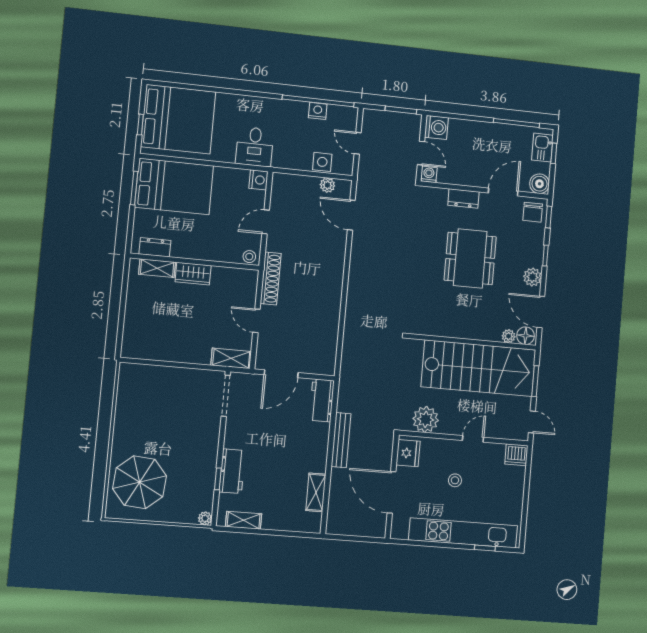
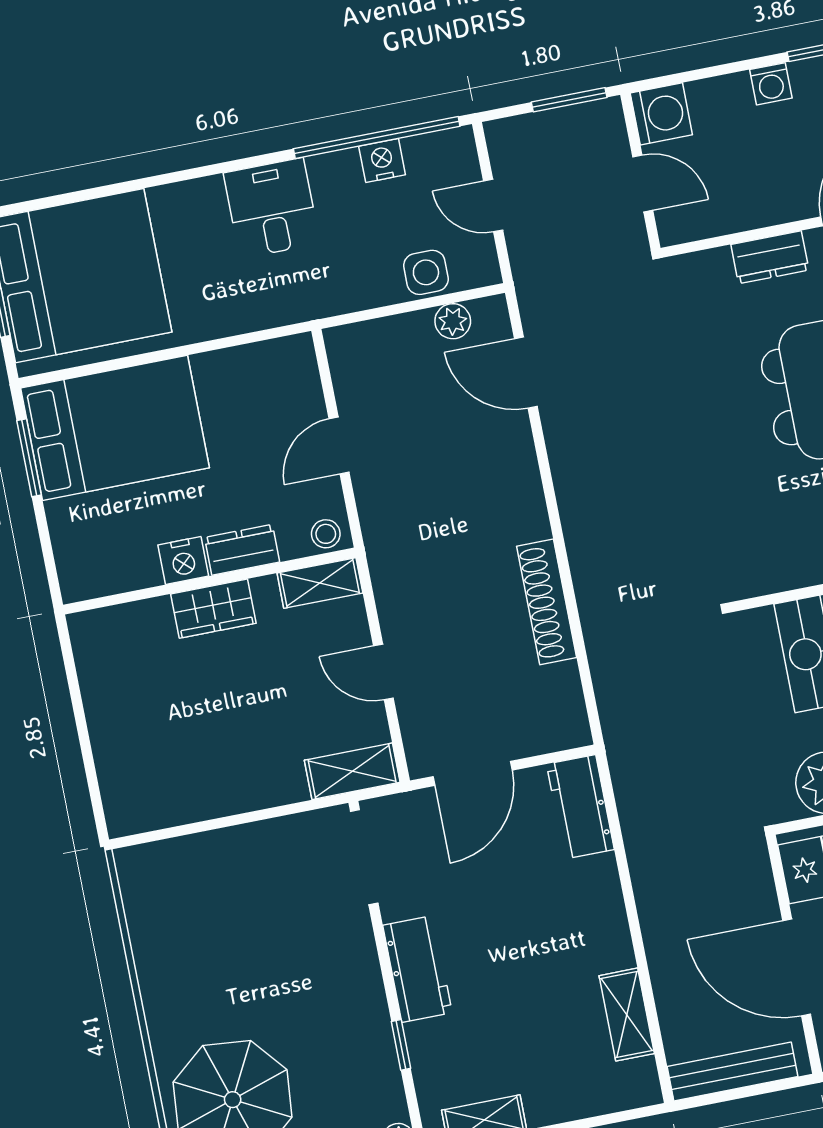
desk: (255, 147) -> (272, 208), moved, turned 180
washing machine: (429, 174) -> (771, 84), moved, turned 180
nightstand: (258, 180) -> (183, 561), moved, turned 90
dresser: (155, 247) -> (242, 550), moved
shelving: (157, 268) -> (320, 583), moved
shoe rack: (271, 278) -> (547, 602), moved, turned 180
bench: (341, 440) -> (732, 1072), moved, turned 90
workbench: (232, 471) -> (417, 969), moved

